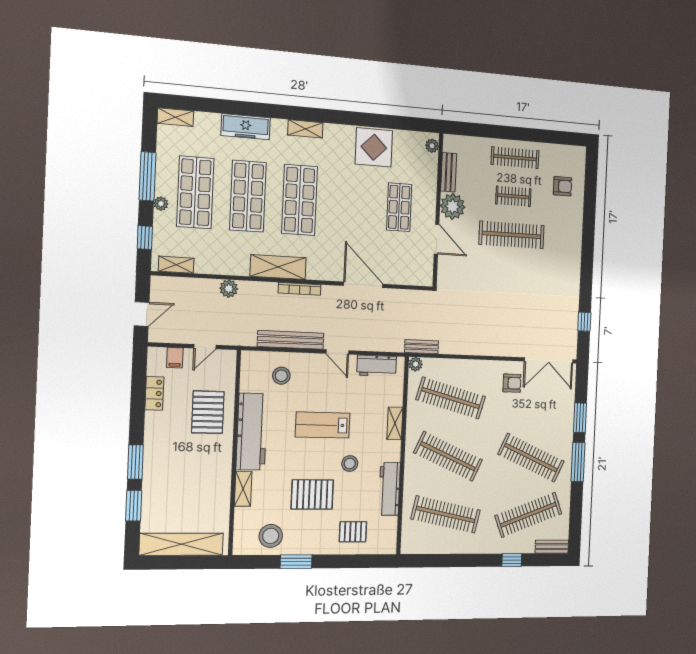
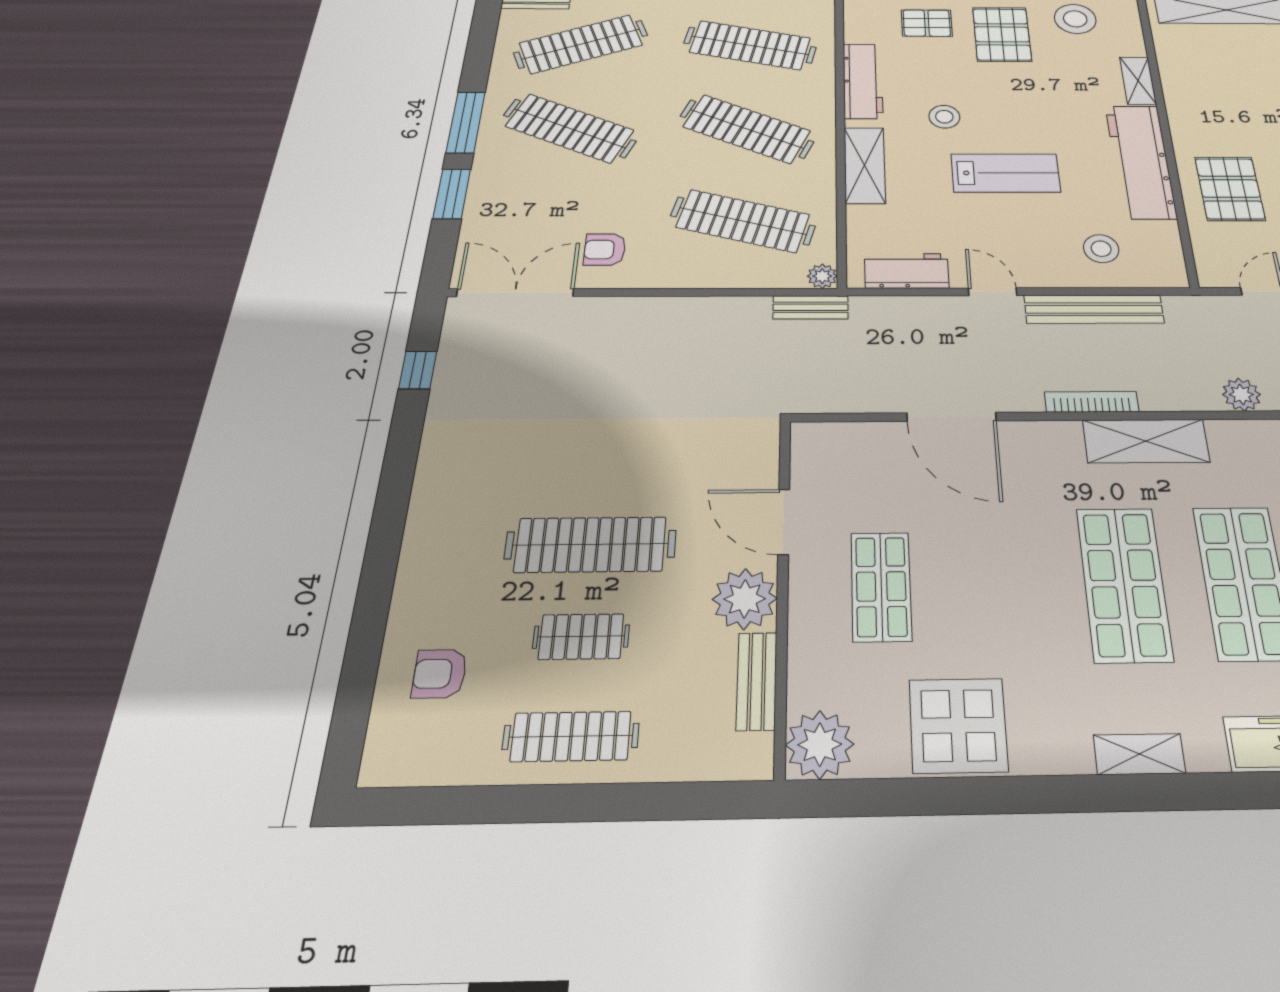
plant: (432, 146) -> (820, 745), width x1.87, depth x1.87
shelving: (395, 423) -> (864, 165), width x1.50, depth x1.33
pallet: (312, 494) -> (1002, 34), moved, turned 90

